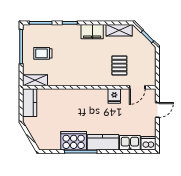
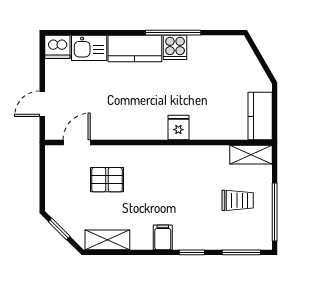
filing cabinet: (92, 32) -> (163, 237), width x0.50
pallet: (119, 65) -> (107, 180), turned 90
fridge: (114, 96) -> (178, 128), moved
cooker: (74, 141) -> (175, 47), width x0.53, depth x0.76

